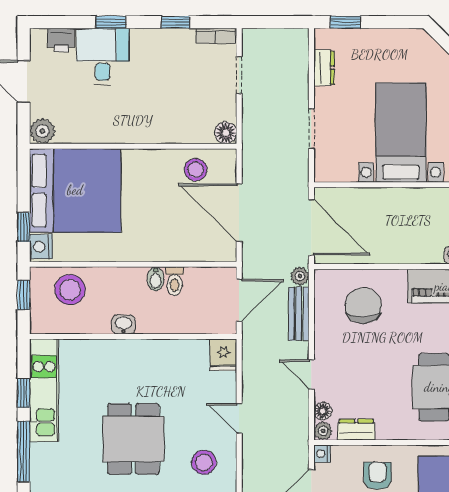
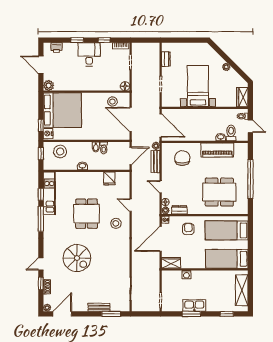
window: (346, 22) -> (175, 40), removed
desk: (103, 56) -> (89, 54), moved
fridge: (223, 355) -> (109, 179), moved

